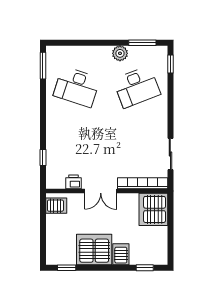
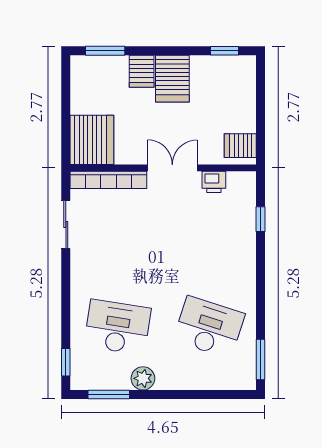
desk: (137, 87) -> (117, 327), turned 30
server rack: (94, 249) -> (172, 79), width x0.63
window: (145, 268) -> (105, 51), width x1.50

